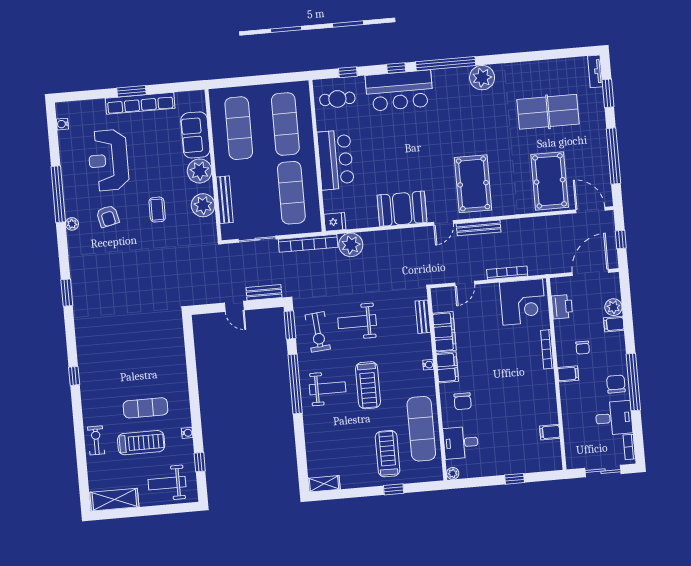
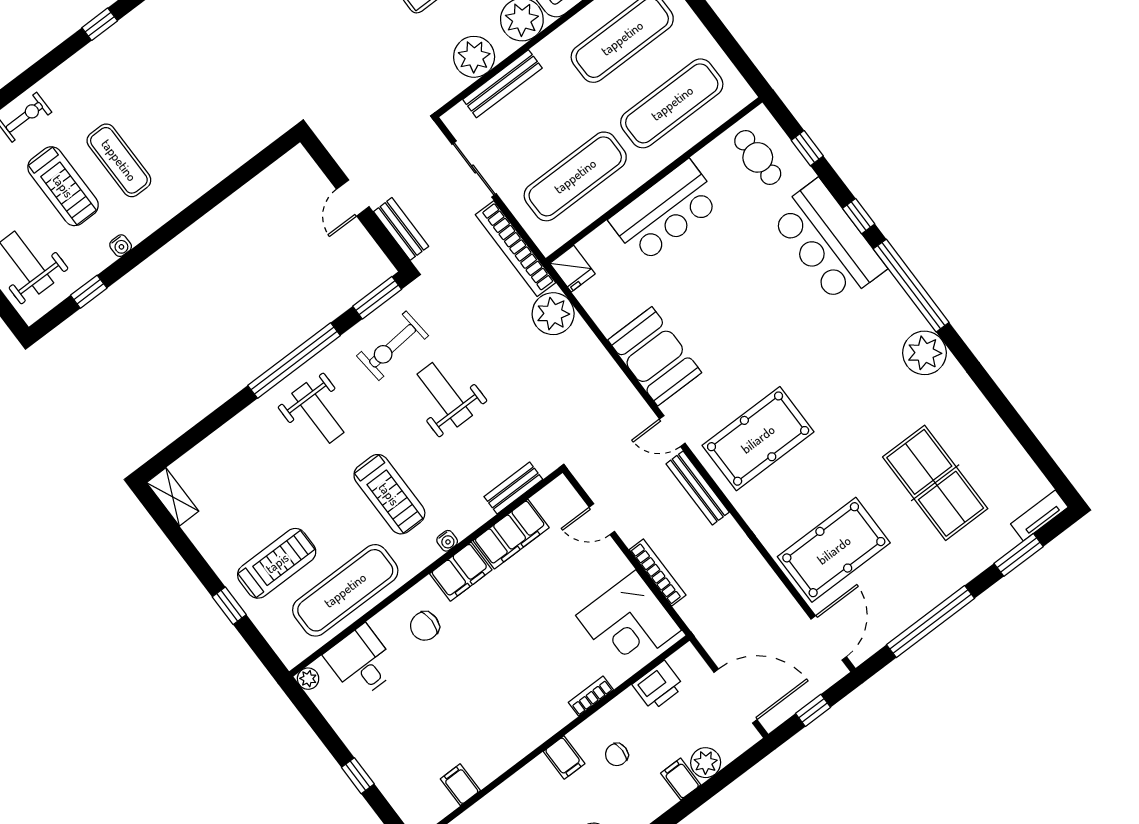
bookcase: (547, 349) -> (591, 696), width x0.64
treadmill: (368, 385) -> (389, 494), moved, turned -90

